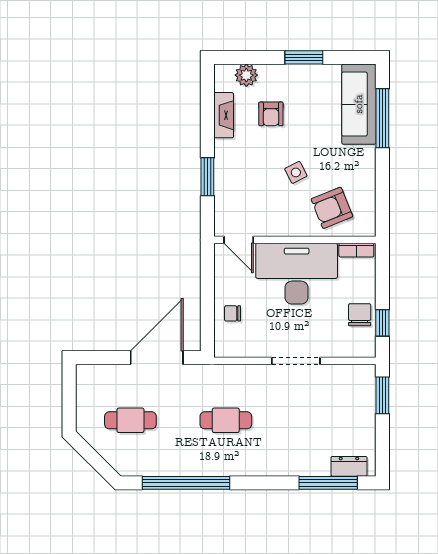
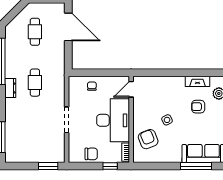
window: (207, 177) -> (165, 73), removed
window: (382, 323) -> (110, 166), moved
door: (157, 358) -> (68, 27), moved
dresser: (349, 466) -> (10, 88), moved

